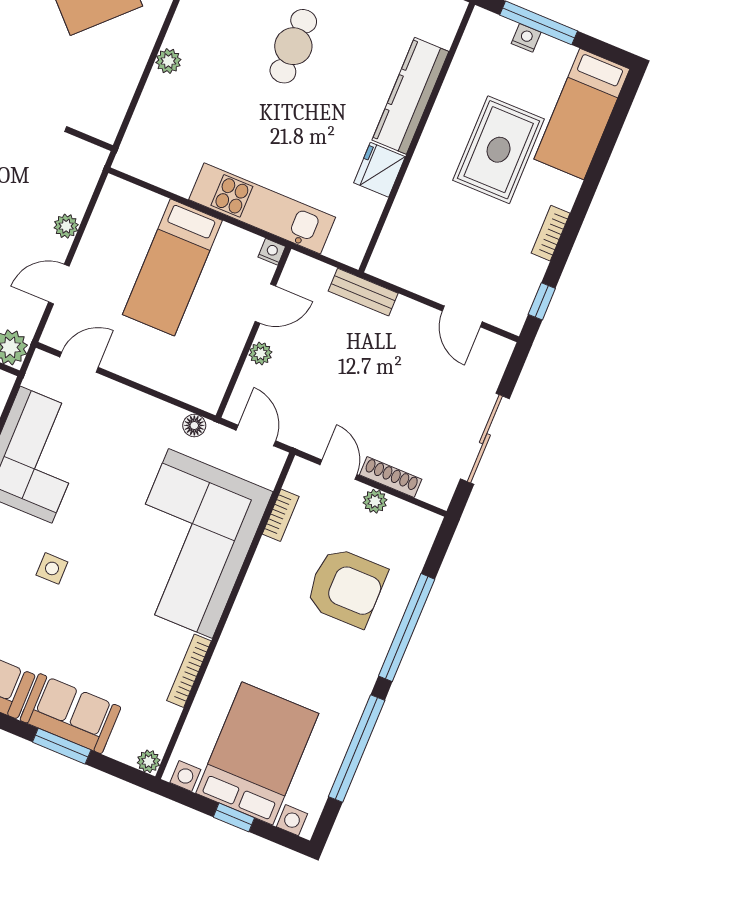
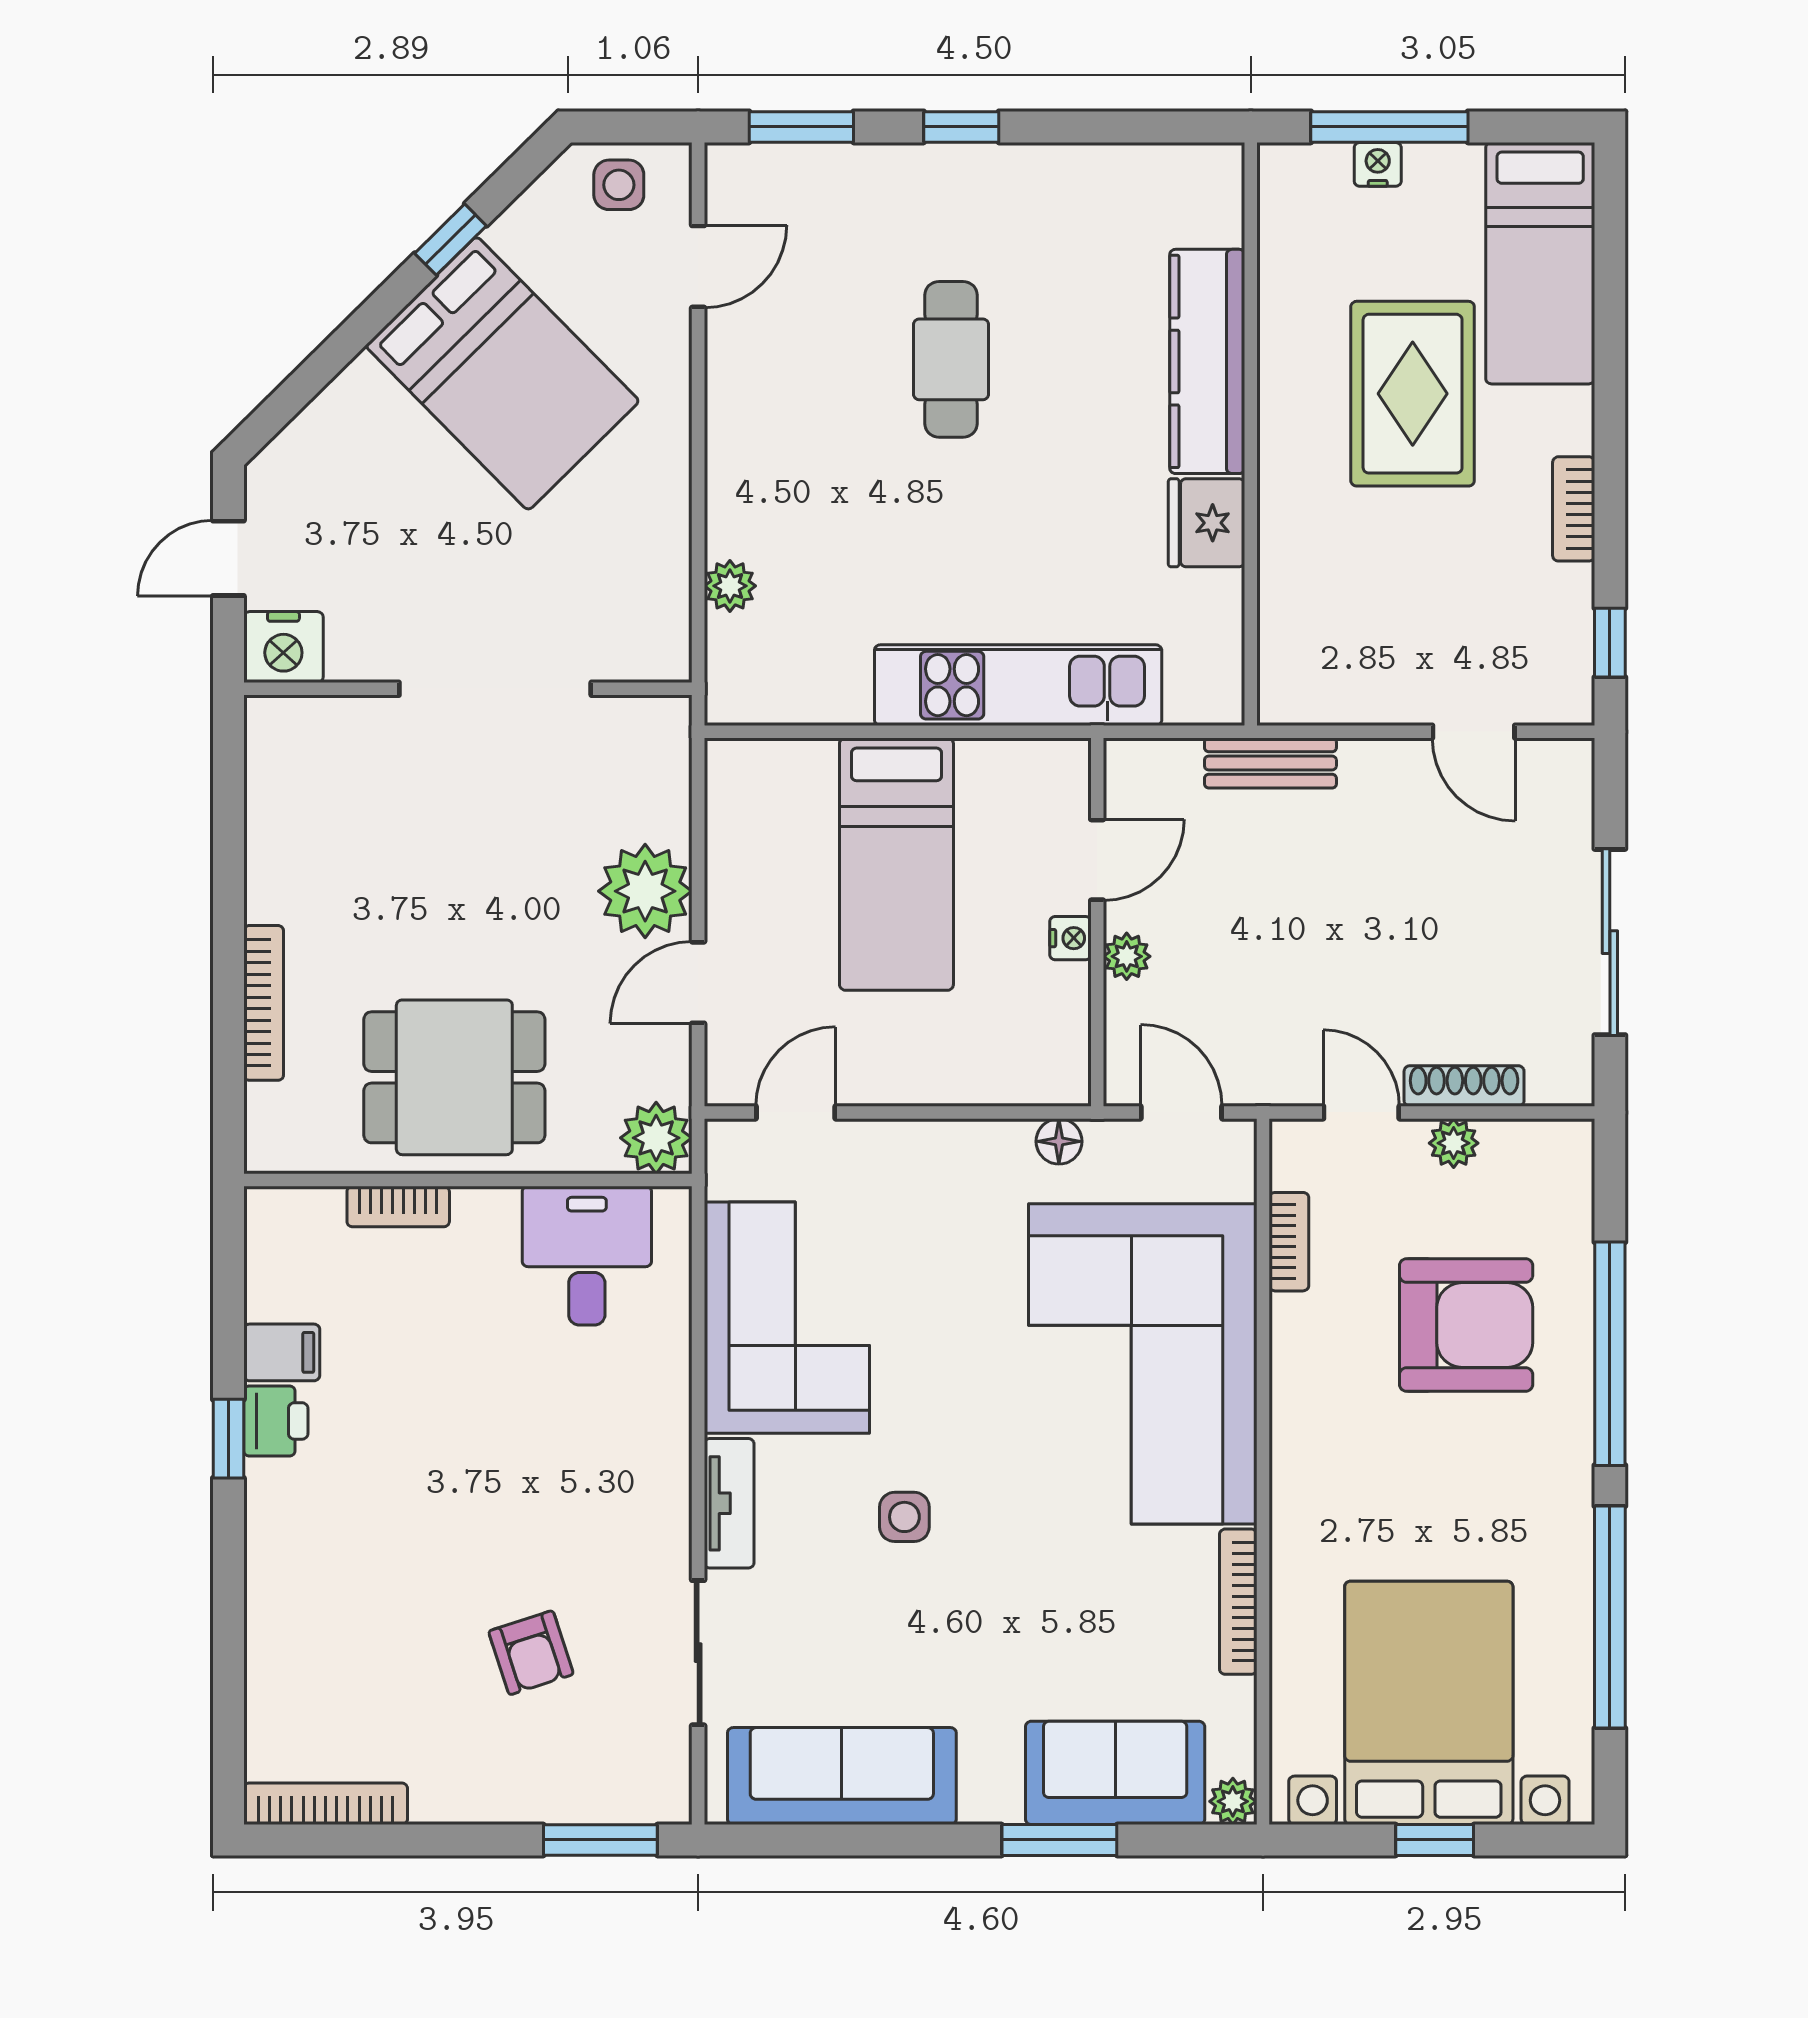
plant: (168, 61) -> (730, 586), moved
plant: (66, 226) -> (645, 891), width x1.88, depth x1.88
nightstand: (272, 252) -> (1070, 938), moved, turned 90
sofa: (70, 714) -> (1115, 1773), moved

